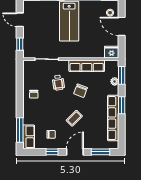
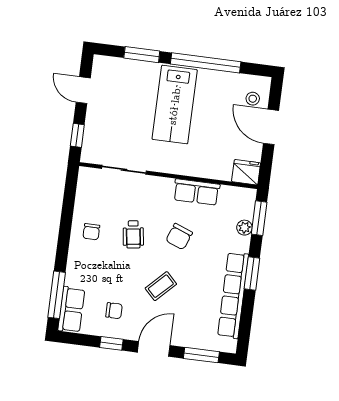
row of seats: (87, 66) -> (196, 192), width x0.68
wheelchair: (58, 83) -> (133, 234), moved

